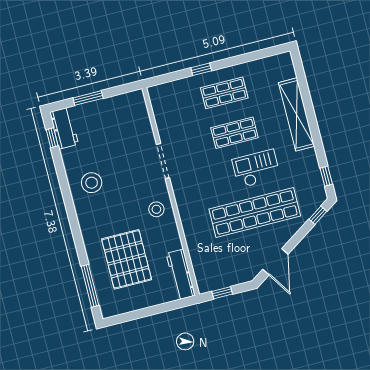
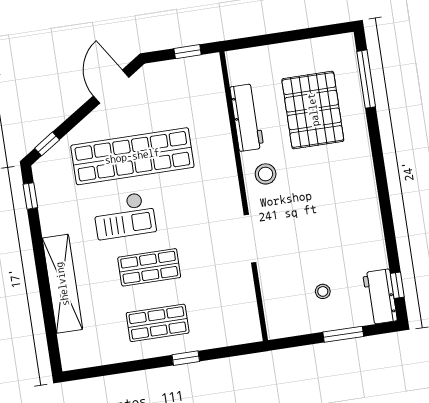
stool: (92, 183) -> (323, 291), moved, width x0.53, depth x0.53
workbench: (181, 275) -> (247, 117), moved

